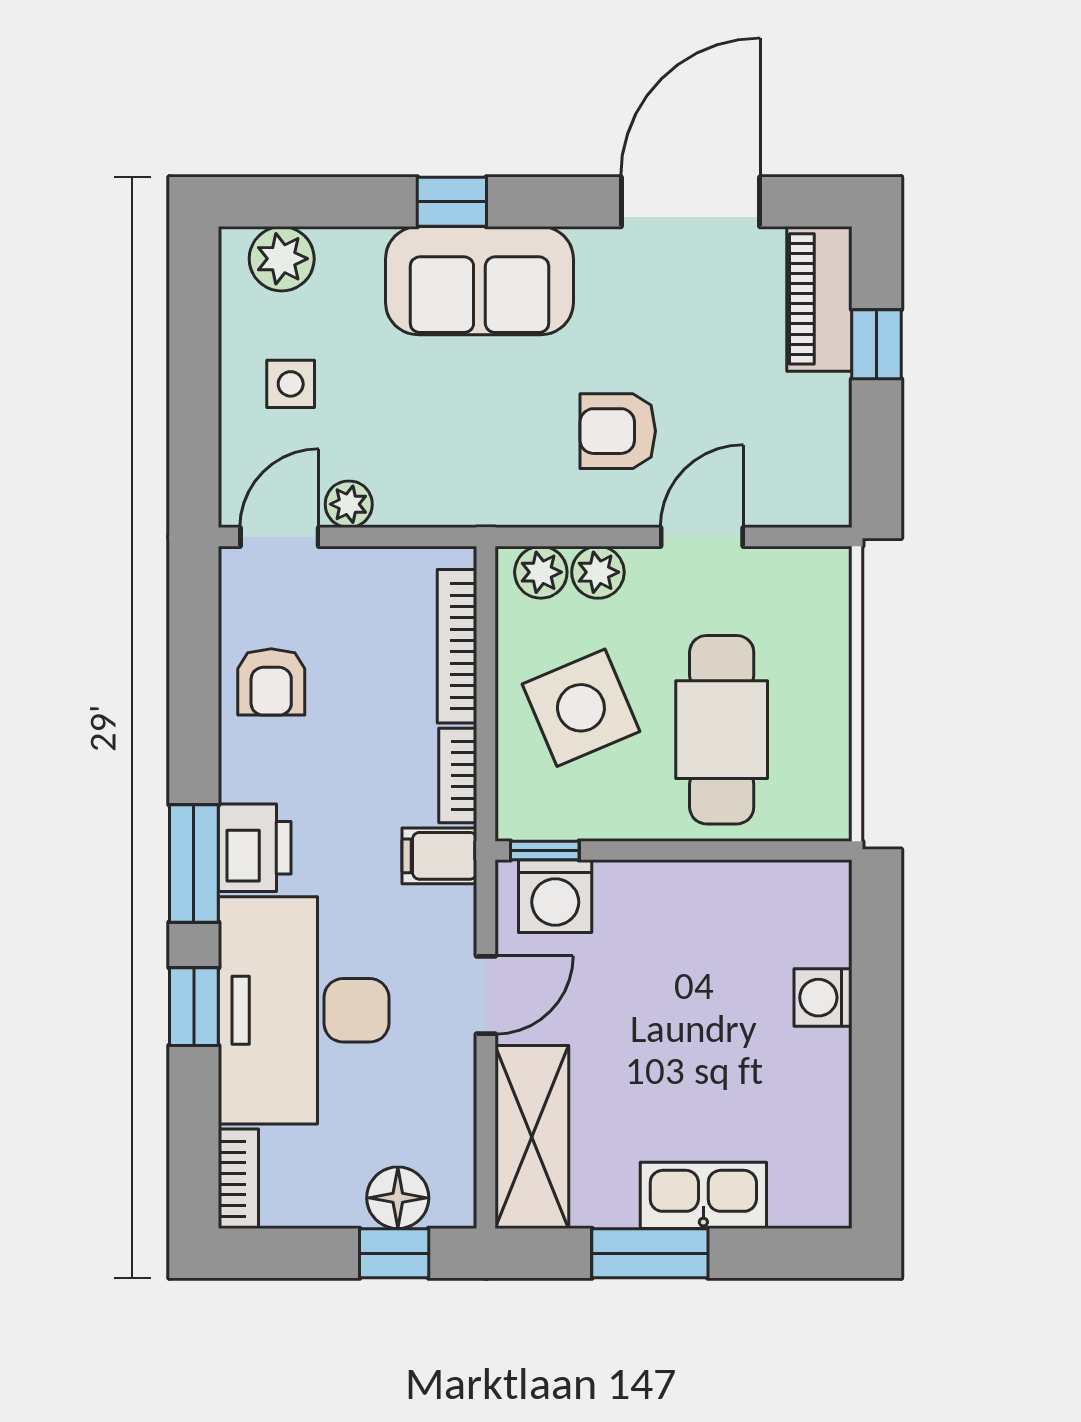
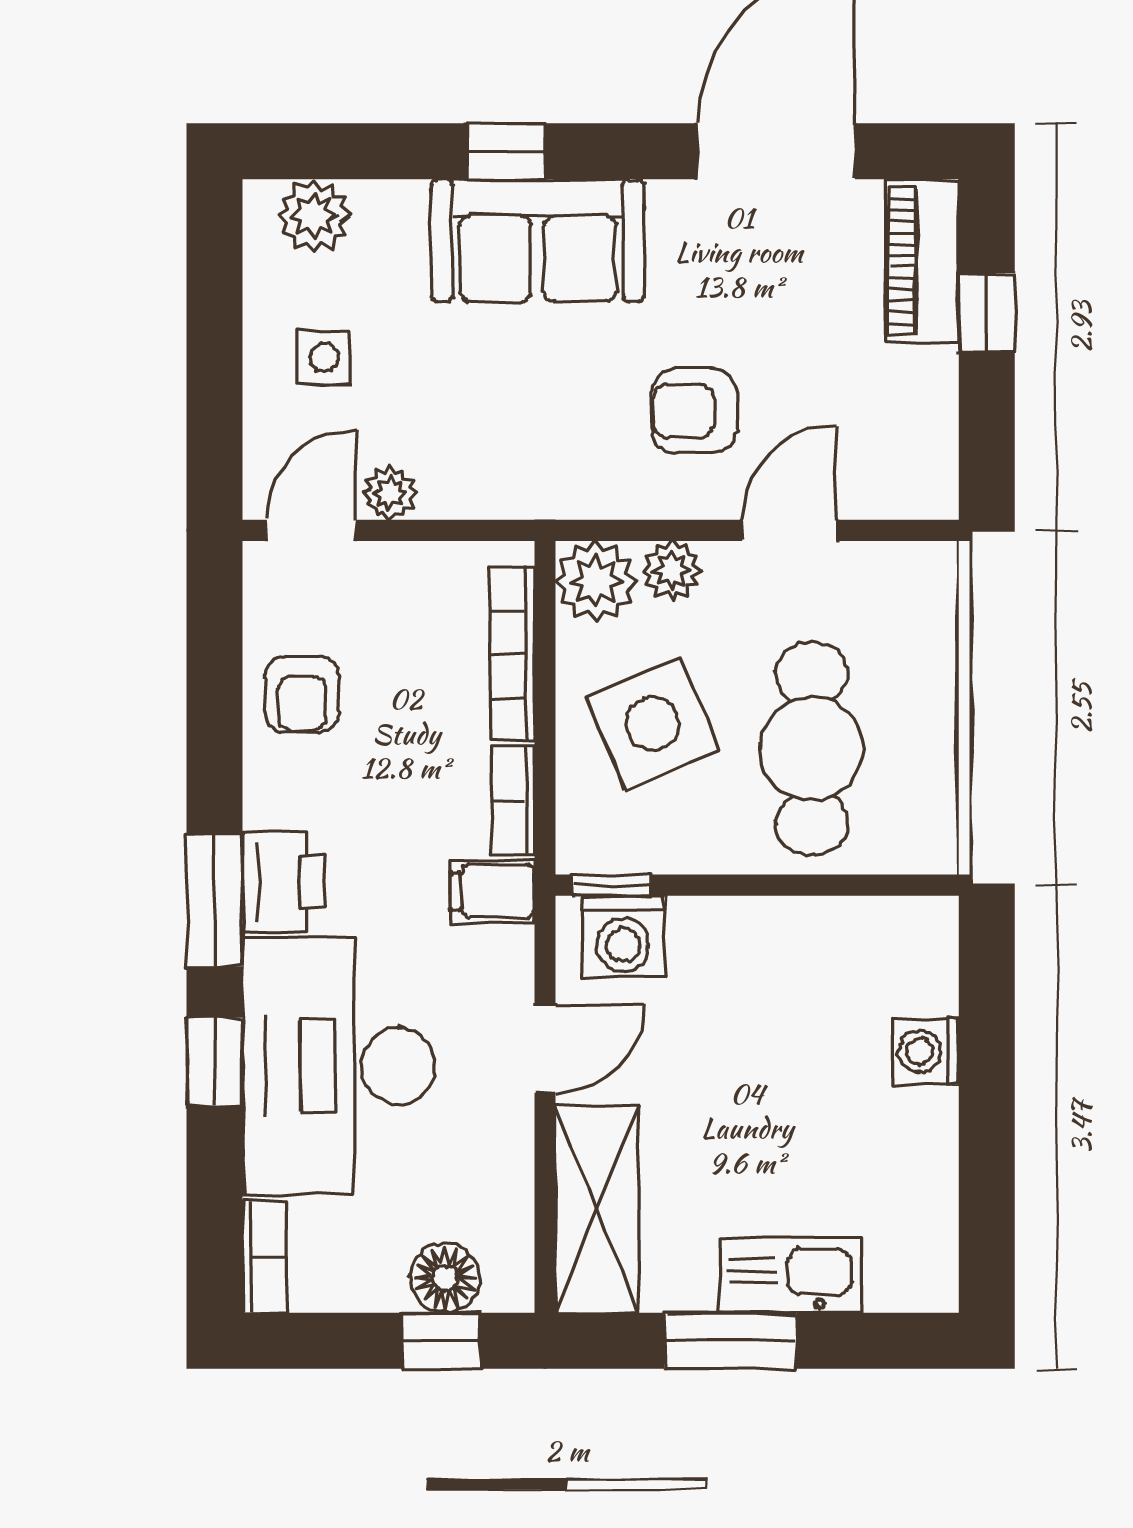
plant: (541, 572) -> (596, 581), width x1.38, depth x1.38

